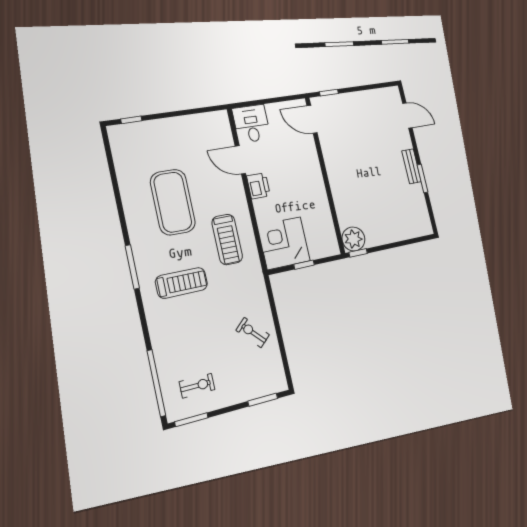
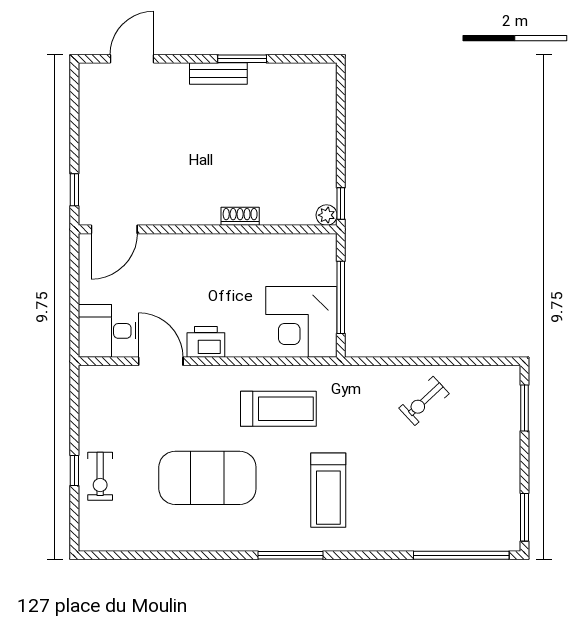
window: (131, 120) -> (74, 470), moved
door: (240, 160) -> (161, 361), swing flipped
shoe rack: (337, 193) -> (240, 216), added
plant: (353, 239) -> (327, 215), width x0.53, depth x0.53
window: (304, 265) -> (341, 297), width x2.17
treadmill: (182, 283) -> (328, 490), turned 180
exercise bike: (197, 386) -> (100, 476), moved, turned 180

